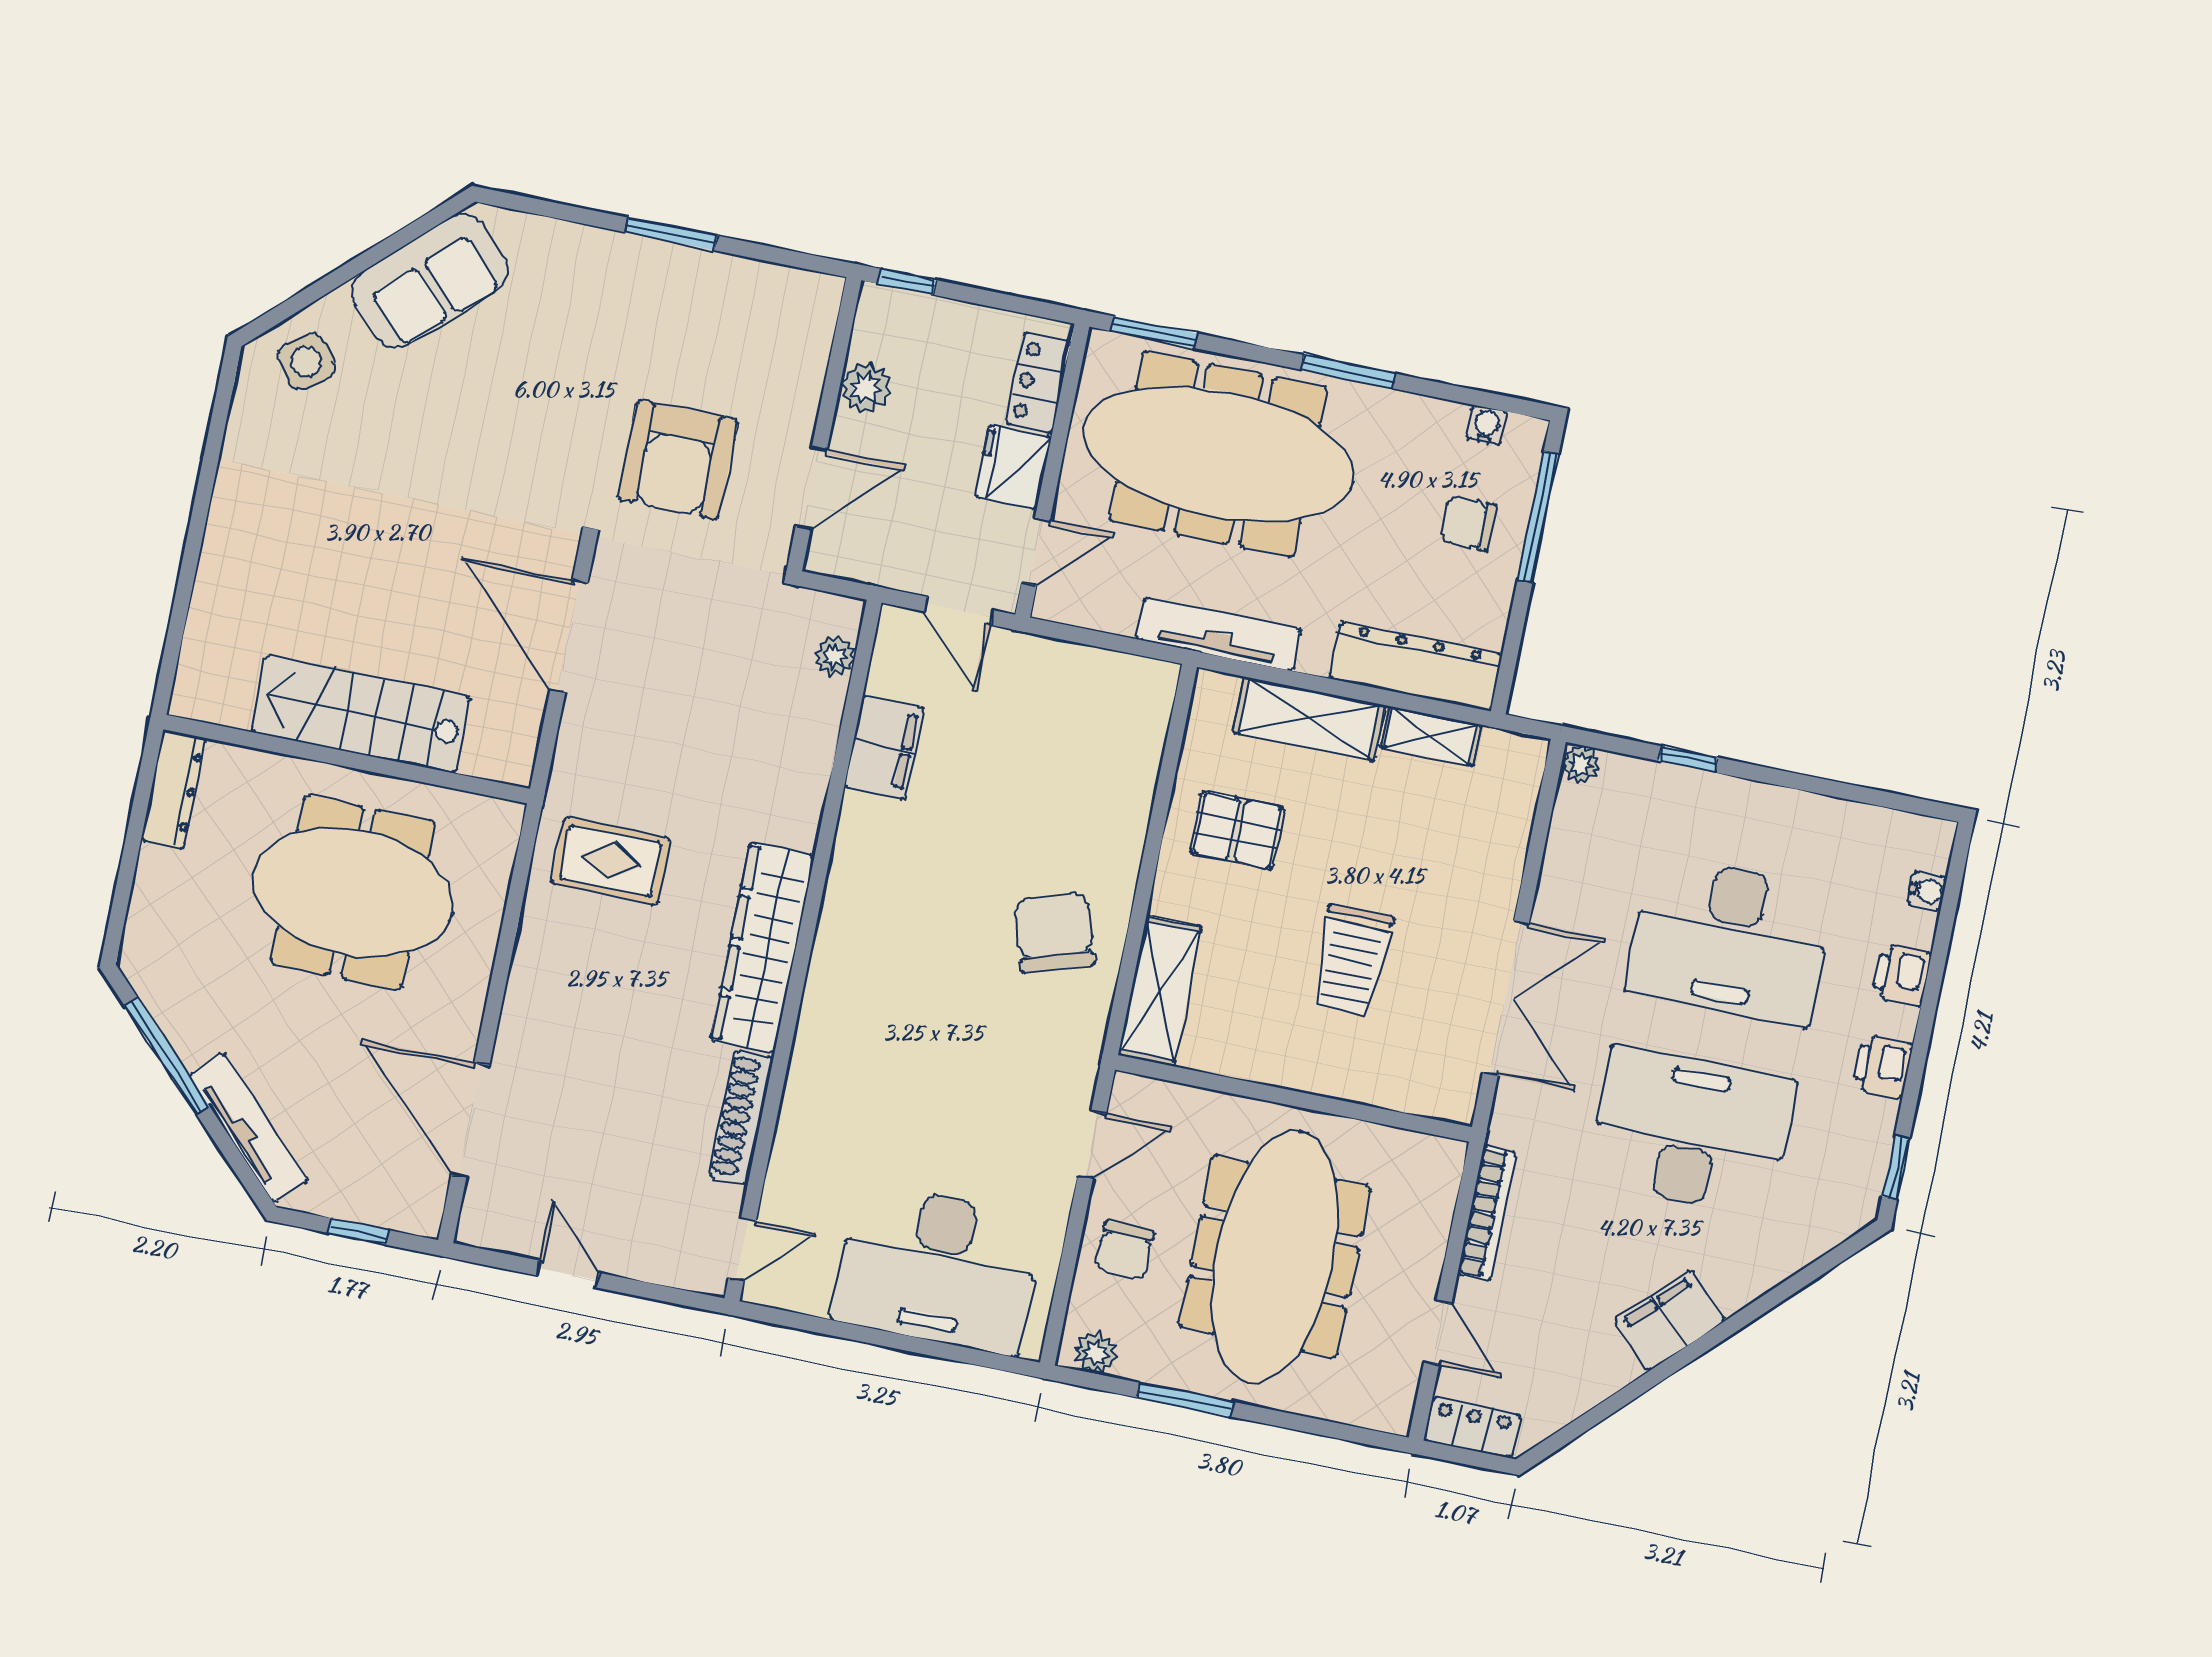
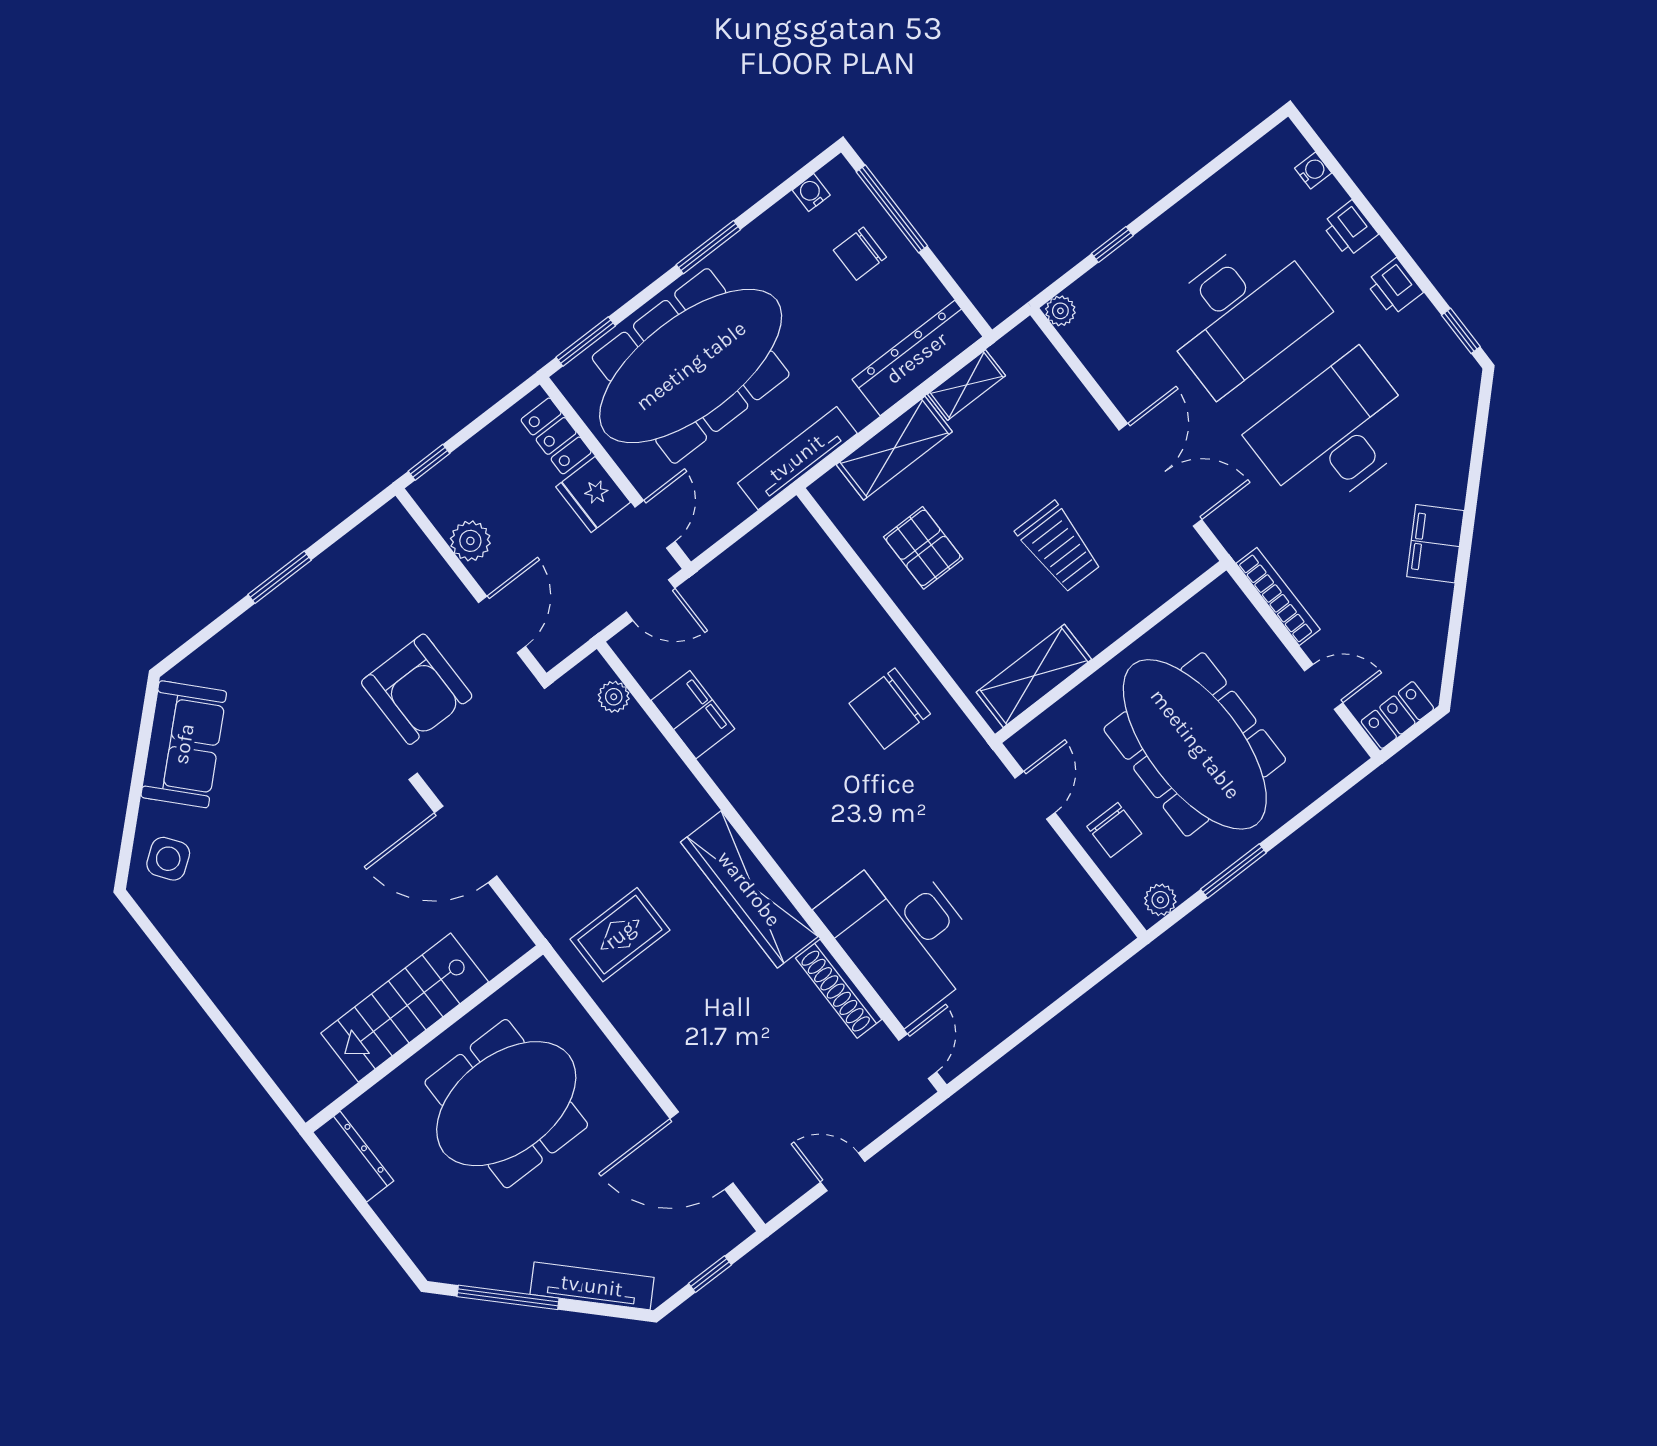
pallet: (1237, 830) -> (923, 548), turned 90
chair: (1054, 932) -> (890, 709), turned -72
shelving: (1160, 991) -> (1034, 676), moved, turned 90
desk: (938, 1268) -> (903, 935), moved, turned 90

